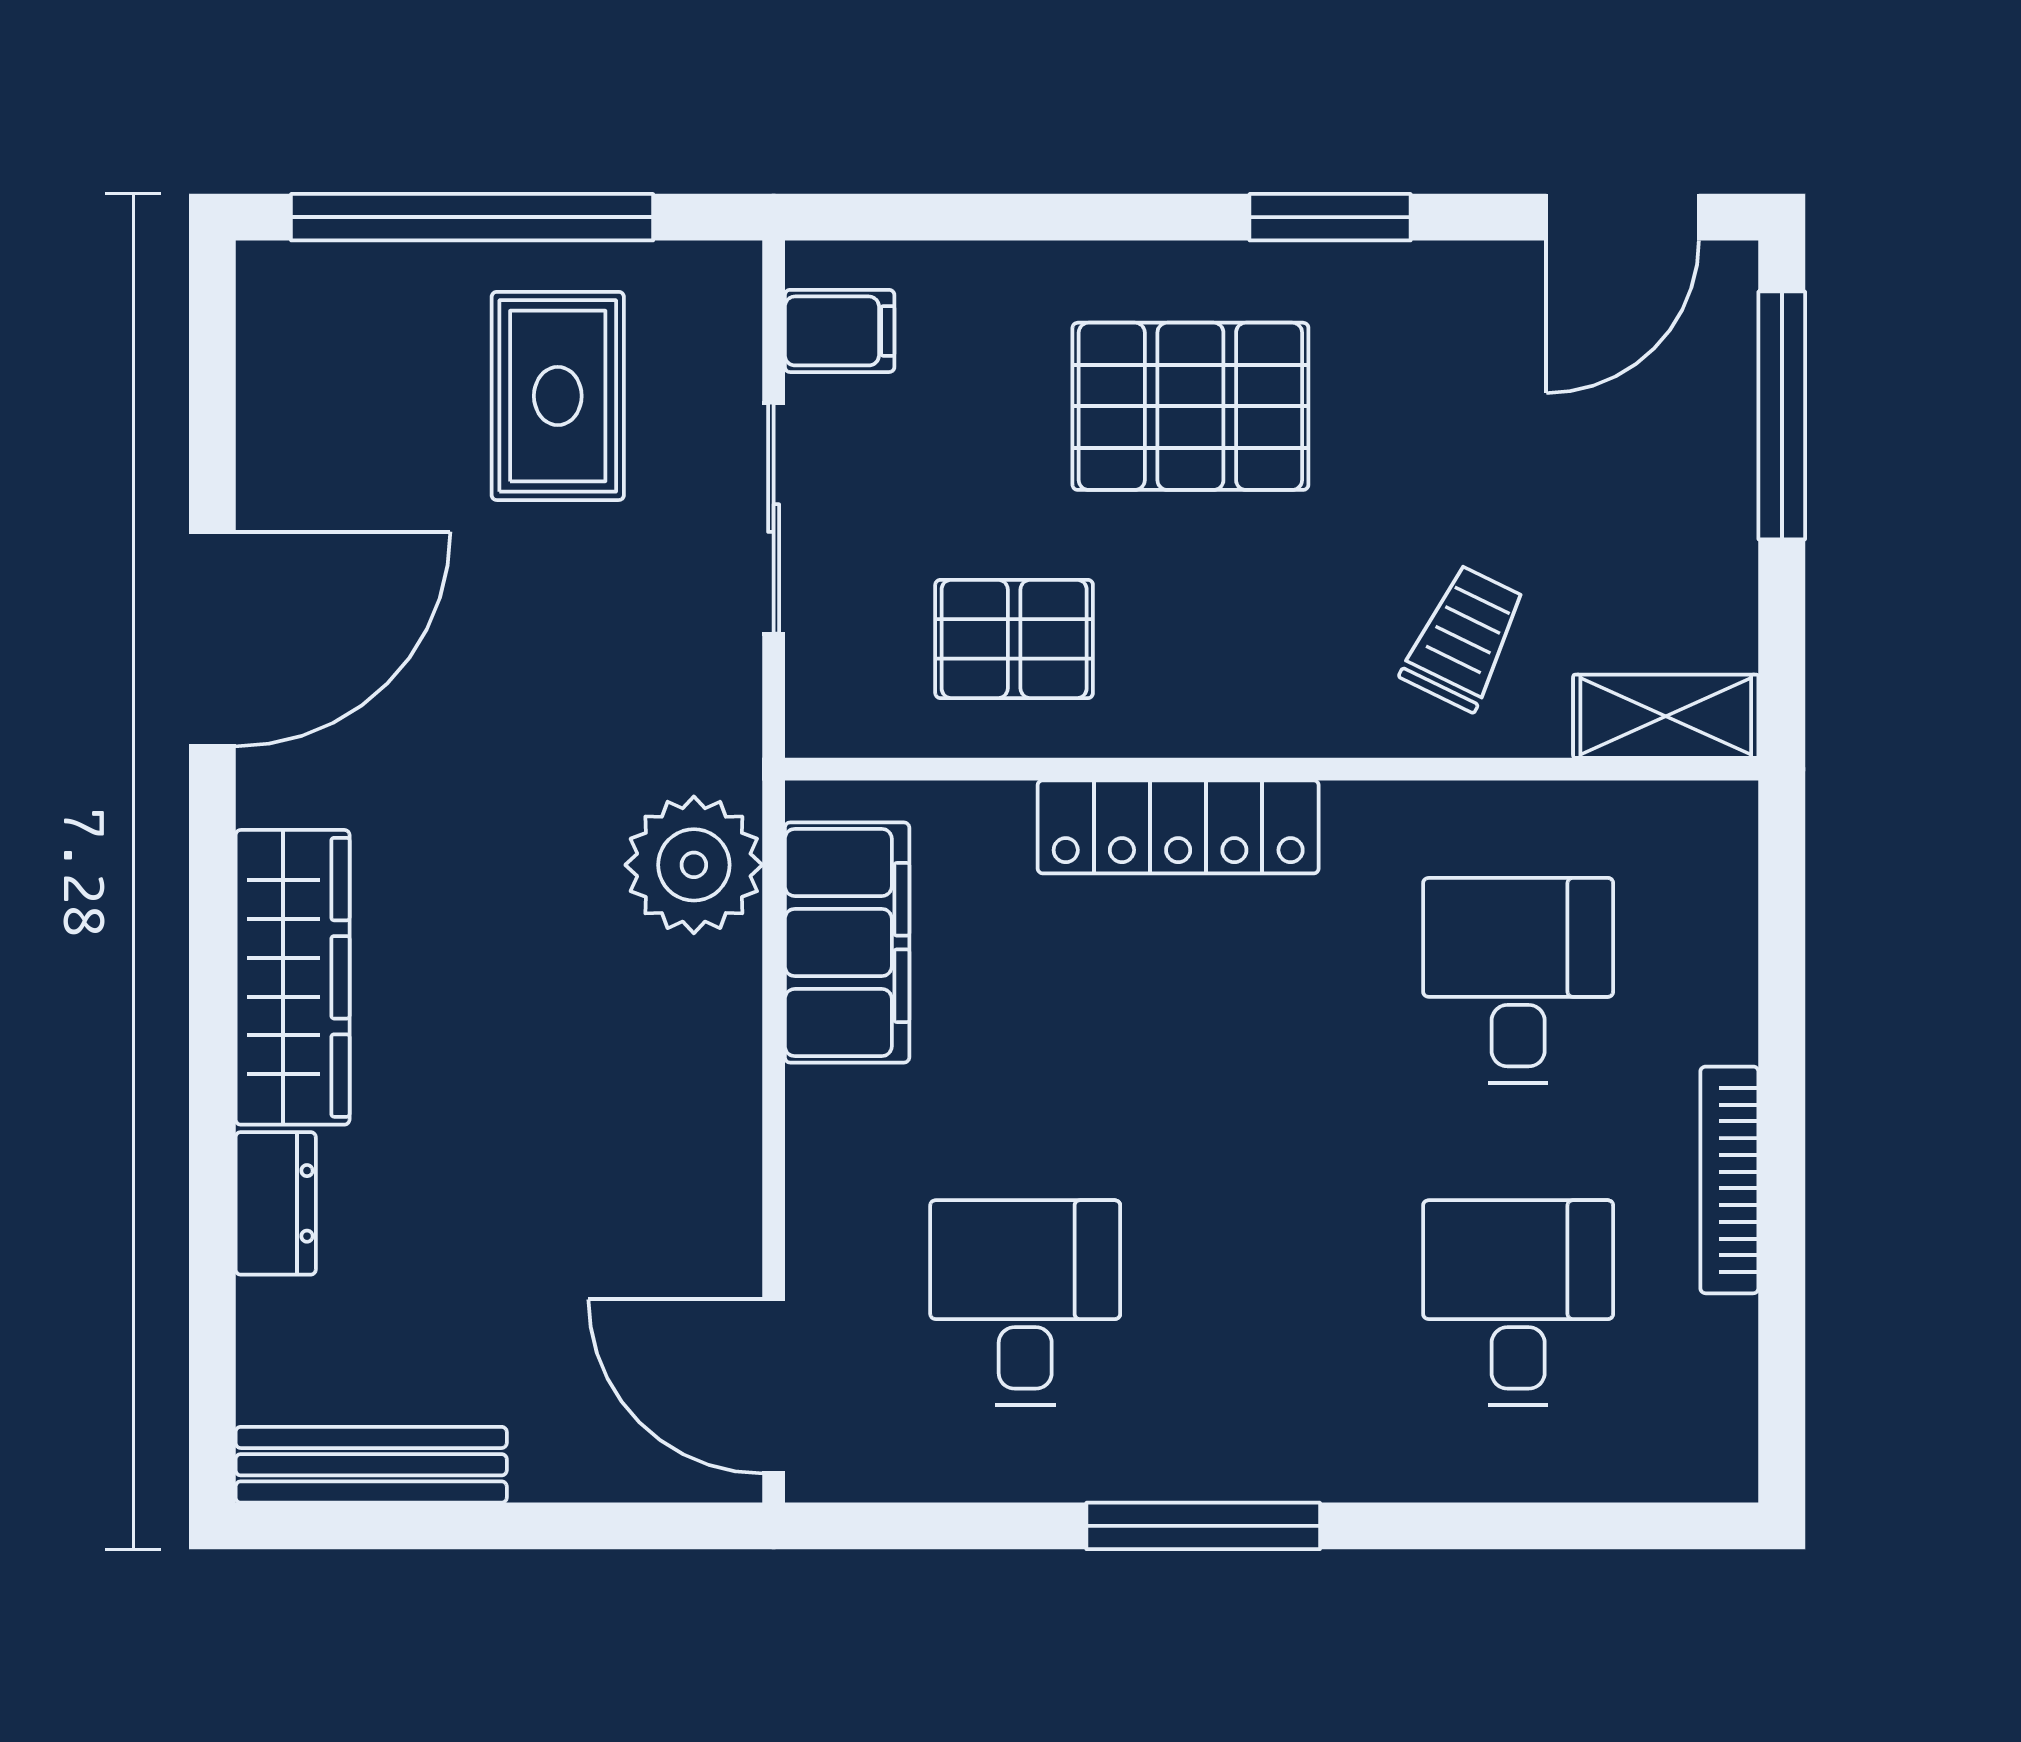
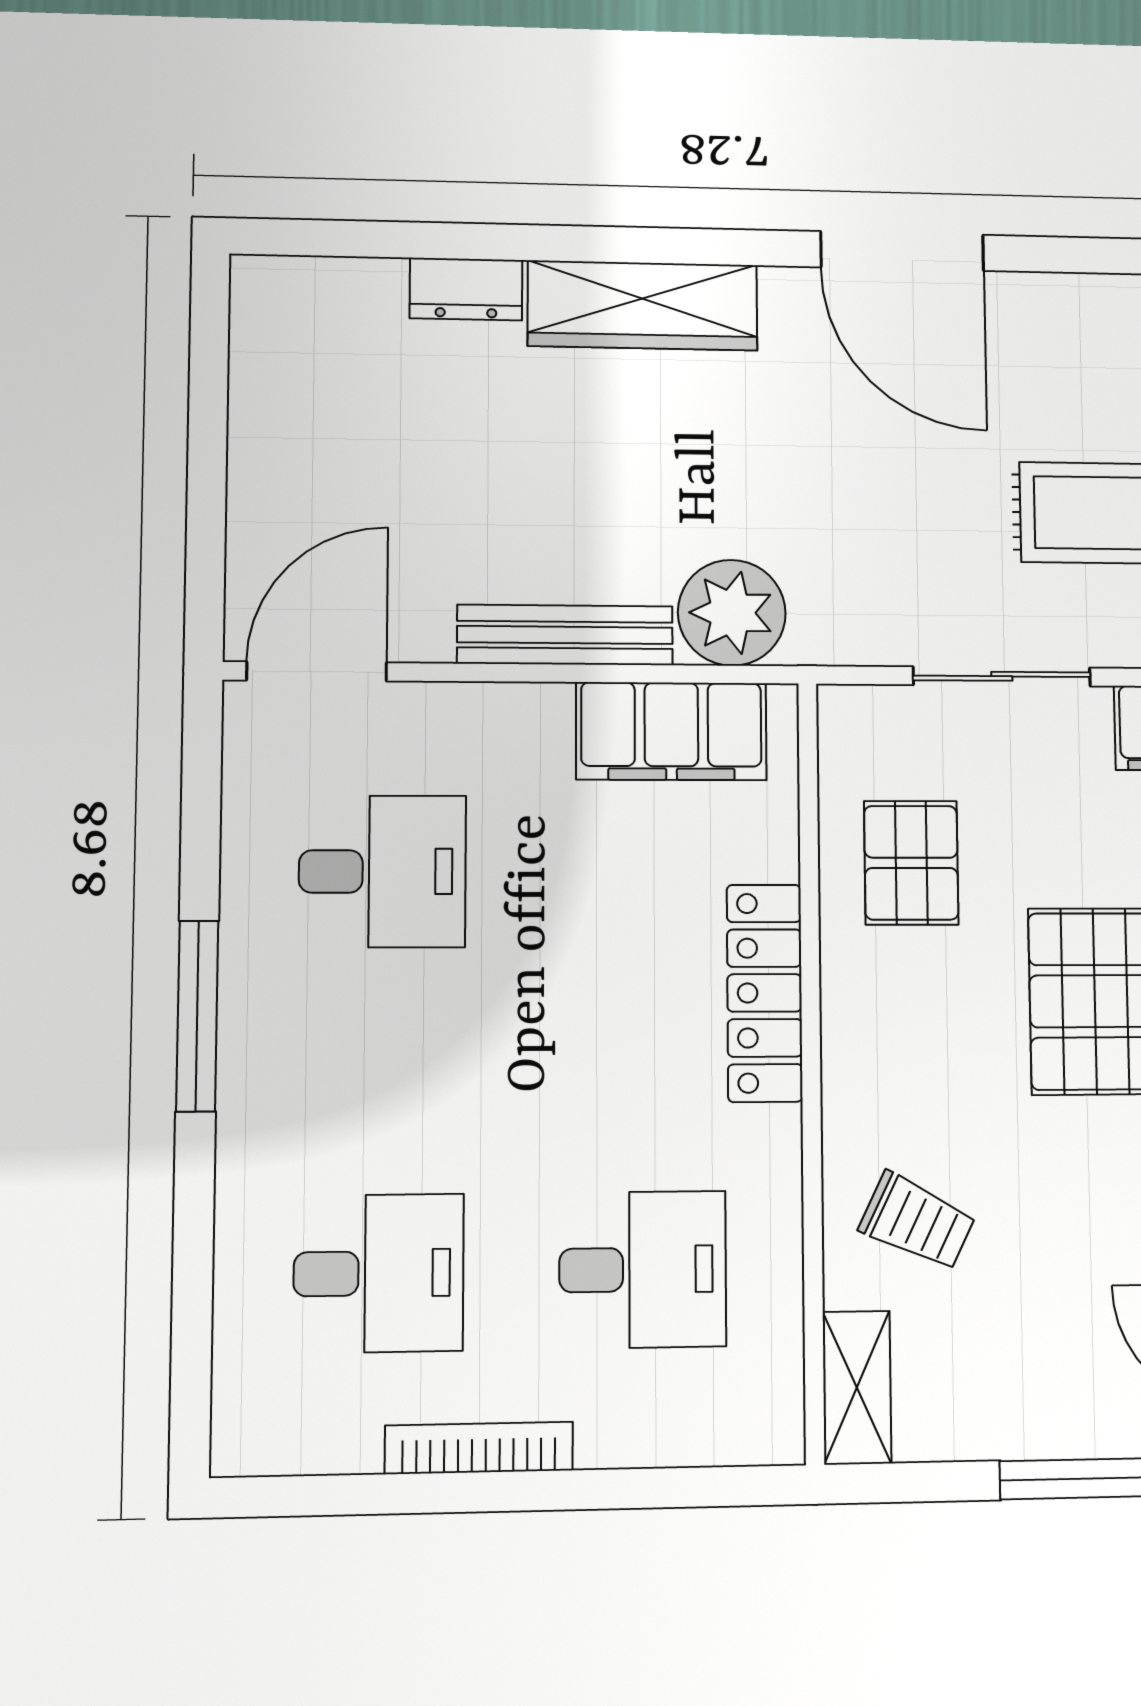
bench: (371, 1465) -> (565, 635), moved, turned 90

